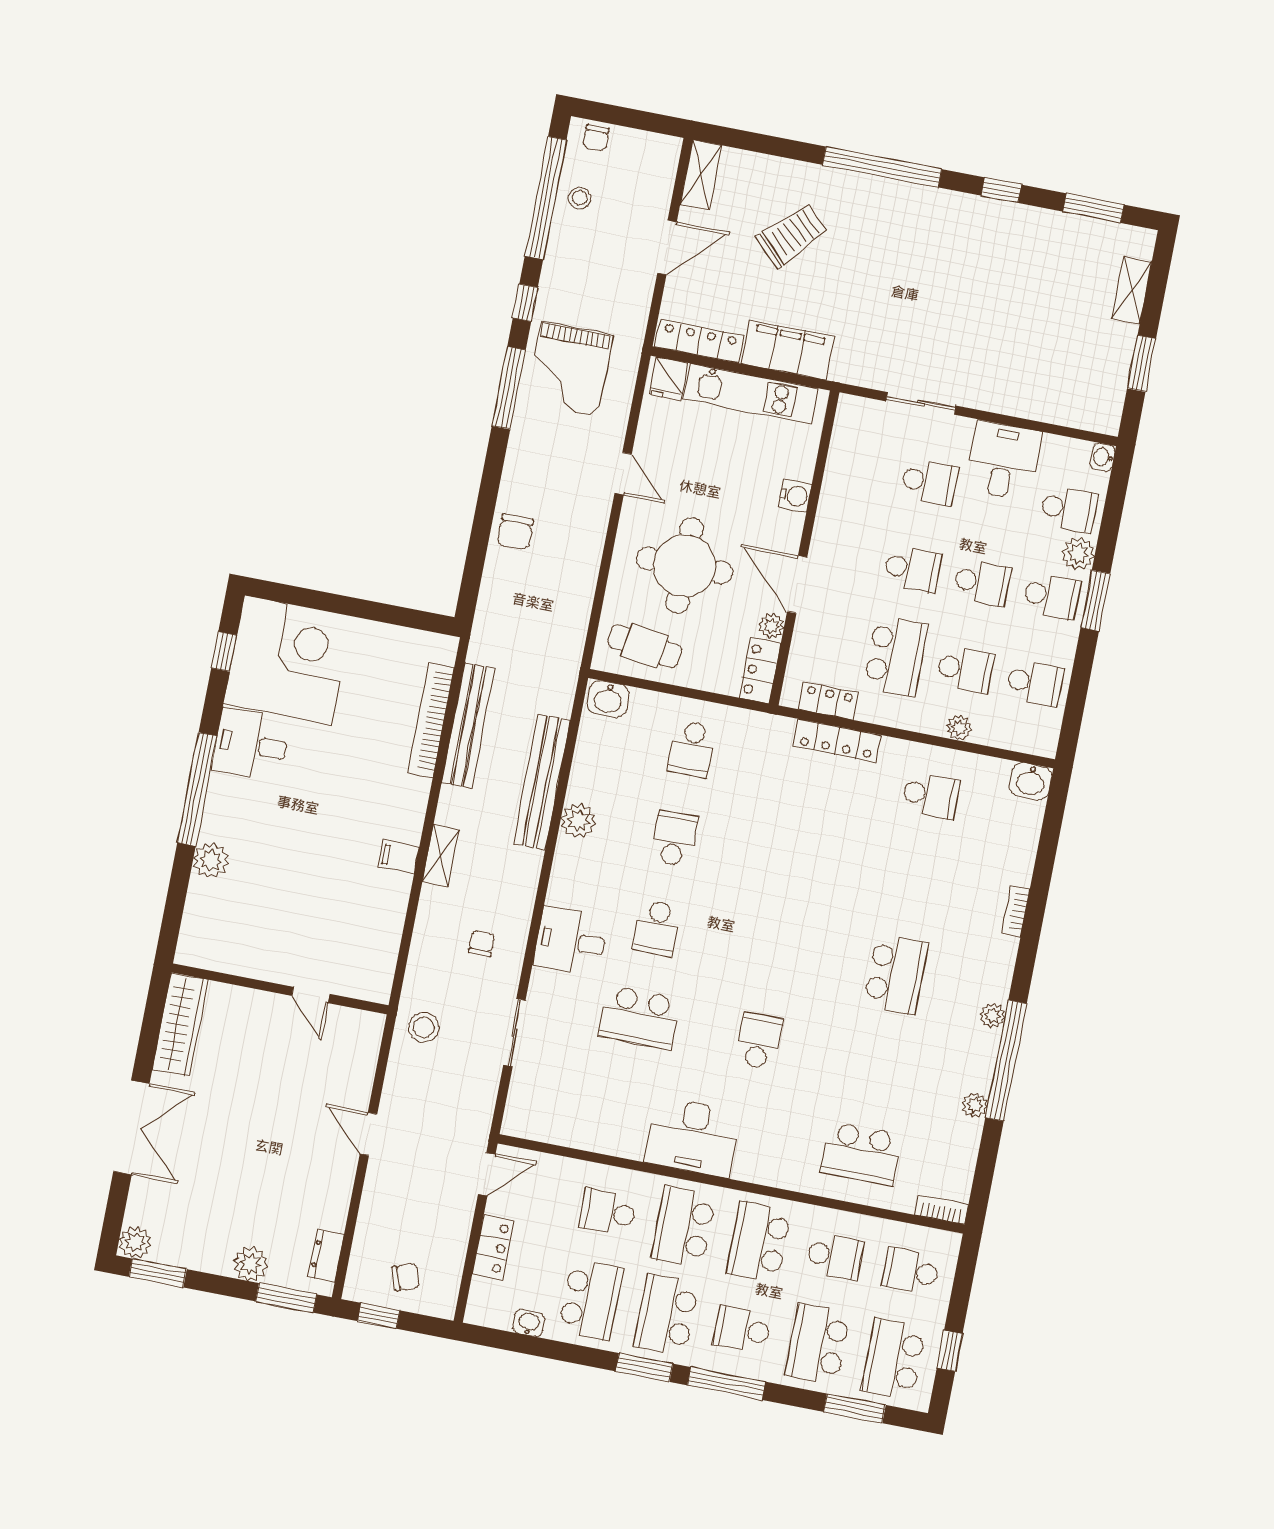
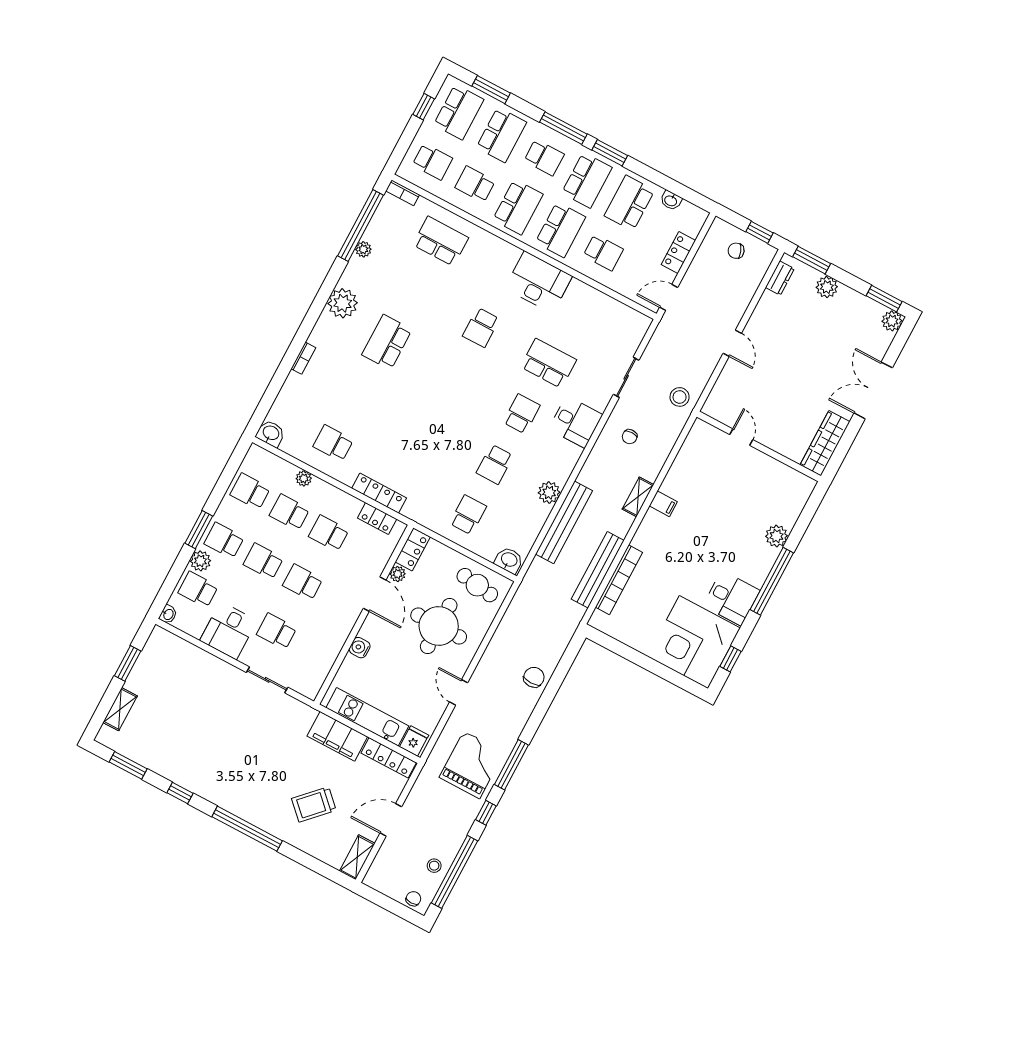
school desk: (895, 656) -> (329, 533), width x0.54
plant: (992, 1015) -> (343, 303), width x1.87, depth x1.87
window: (1006, 1061) -> (360, 225), moved

